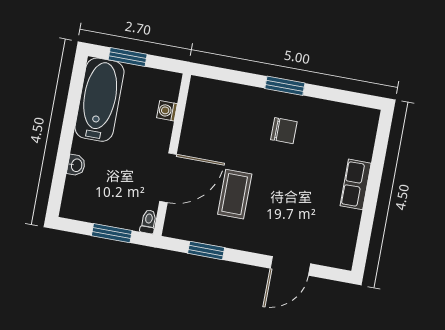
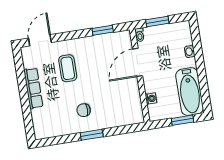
row of seats: (356, 184) -> (33, 88), width x1.48
coffee table: (235, 194) -> (68, 68), moved
door: (290, 266) -> (40, 40), moved

